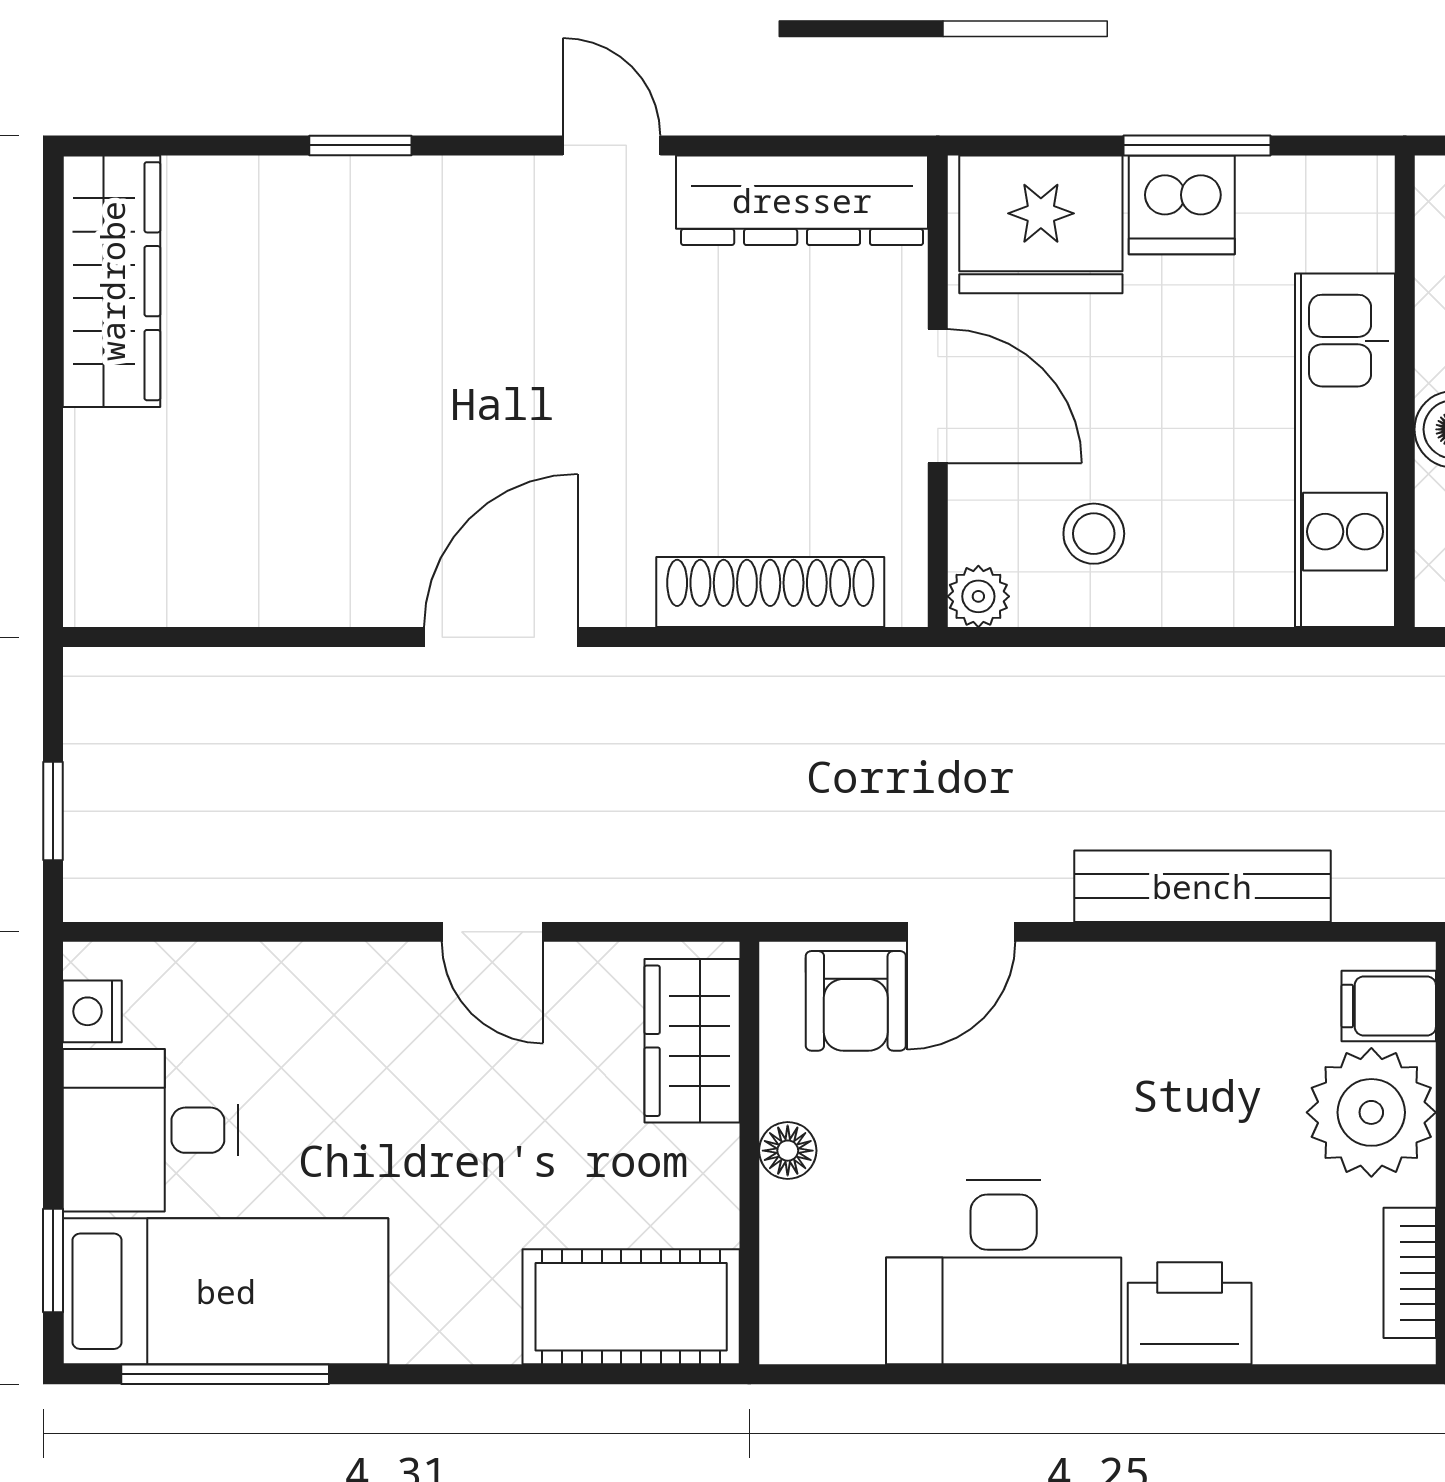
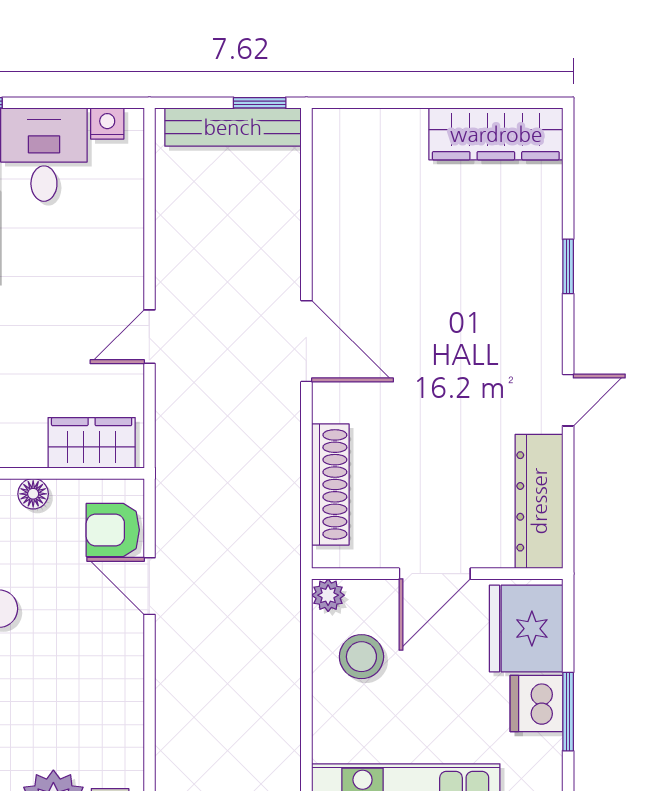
stool: (1094, 534) -> (361, 657), width x1.37, depth x1.37
window: (53, 811) -> (260, 103), moved
bench: (1202, 886) -> (233, 127), moved, turned 90

